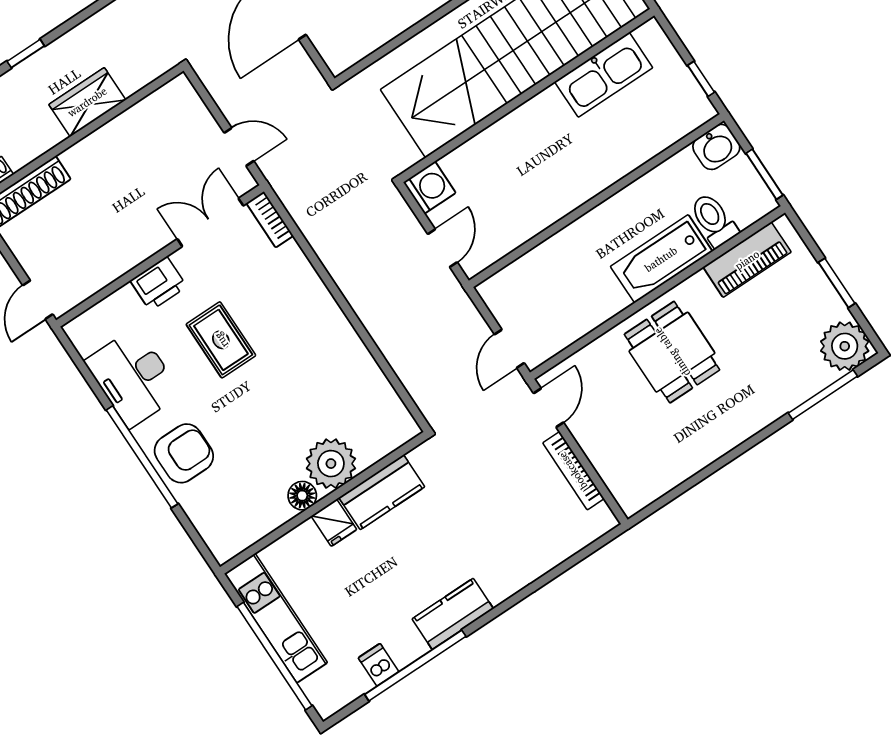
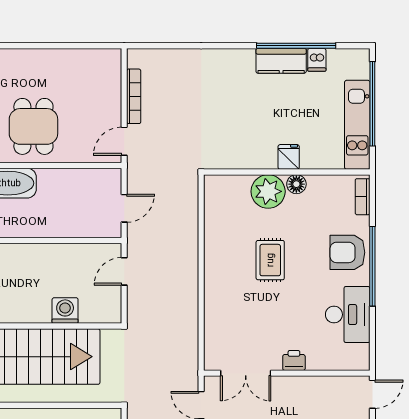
washing machine: (430, 187) -> (65, 311), moved, turned 90
bookcase: (270, 220) -> (363, 197), moved, turned 180
printer: (158, 284) -> (294, 360), width x0.73, depth x0.81
rug: (221, 340) -> (270, 260), moved
door: (509, 349) -> (124, 208), moved
kitchen counter: (382, 492) -> (250, 156), removed
kitchen counter: (453, 614) -> (281, 61), moved

